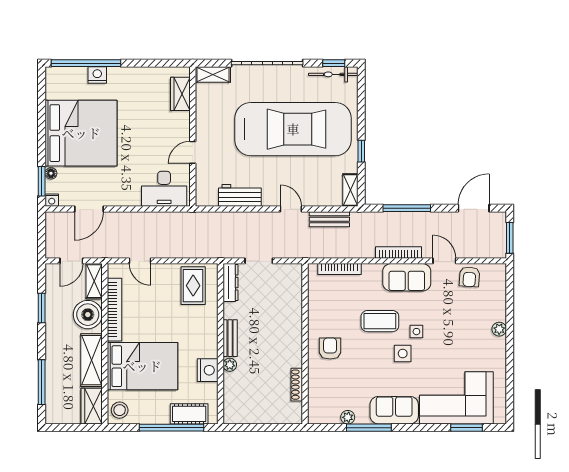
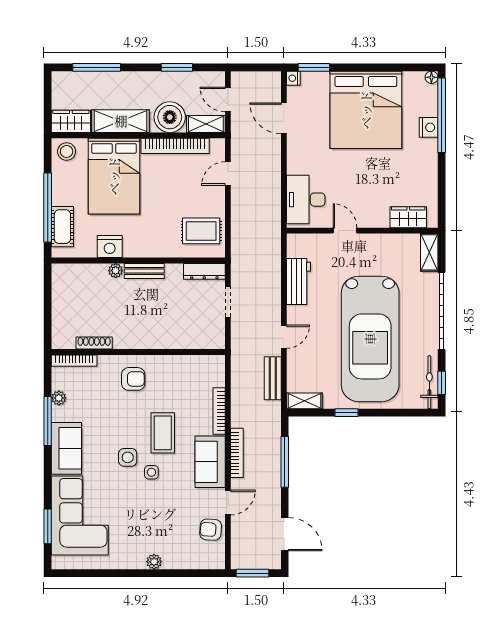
floor lamp: (51, 173) -> (431, 77), moved
bookcase: (340, 269) -> (219, 411), moved
bookcase: (313, 403) -> (74, 361), added

